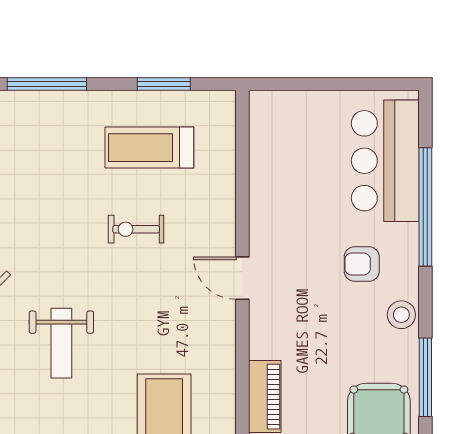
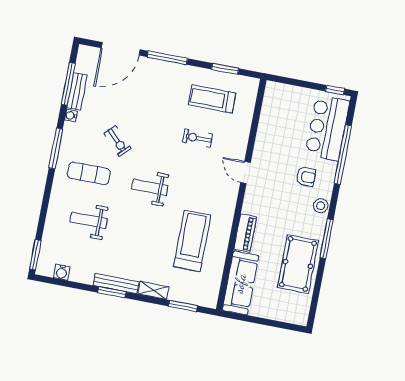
window: (386, 84) -> (335, 90), added
armchair: (362, 264) -> (306, 177), turned 180
weight bench: (61, 343) -> (150, 187), turned 90

